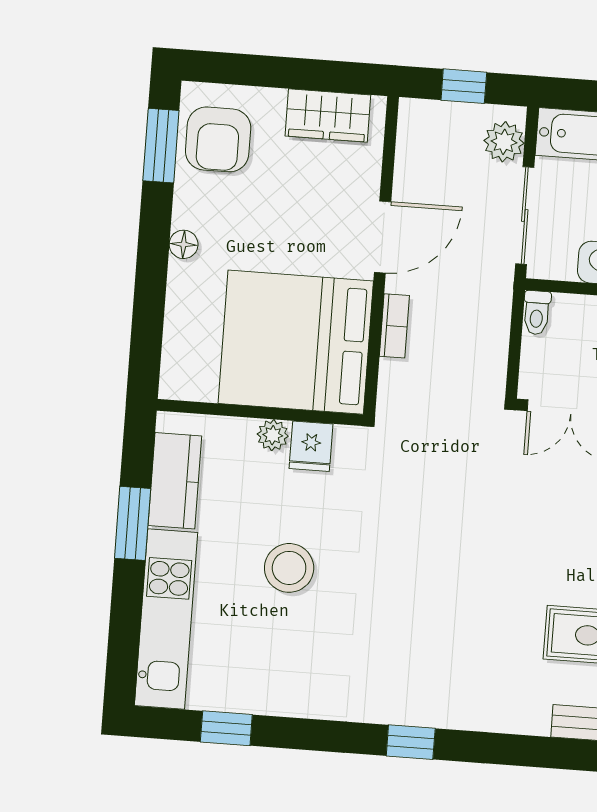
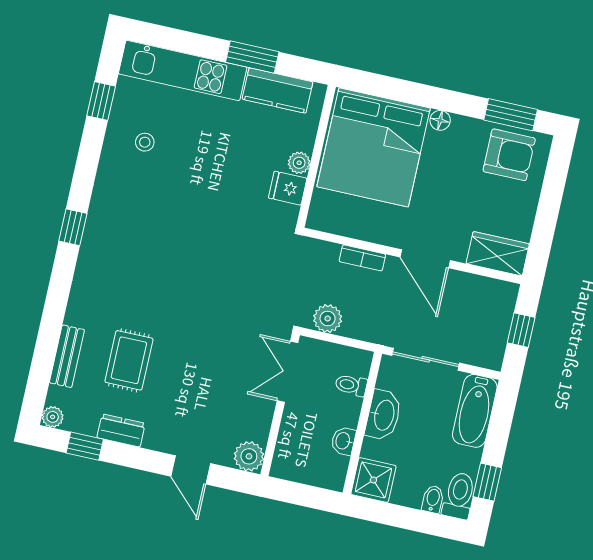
wardrobe: (328, 115) -> (498, 254), moved, turned 90
armchair: (218, 139) -> (509, 155), turned 180
plant: (504, 142) -> (328, 319), moved
toilet: (537, 313) -> (351, 385), moved
bed: (296, 342) -> (374, 147), moved, turned 180
stool: (289, 568) -> (145, 142), moved, width x0.53, depth x0.53

